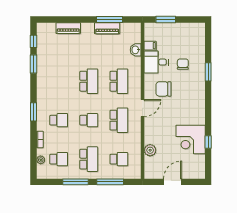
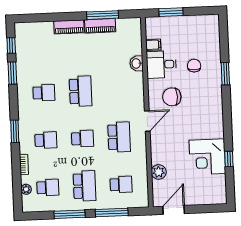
piano: (68, 28) -> (69, 27), moved
washbasin: (136, 50) -> (136, 63), moved
school desk: (119, 81) -> (44, 93), moved, width x0.54
door: (173, 182) -> (174, 210), moved

